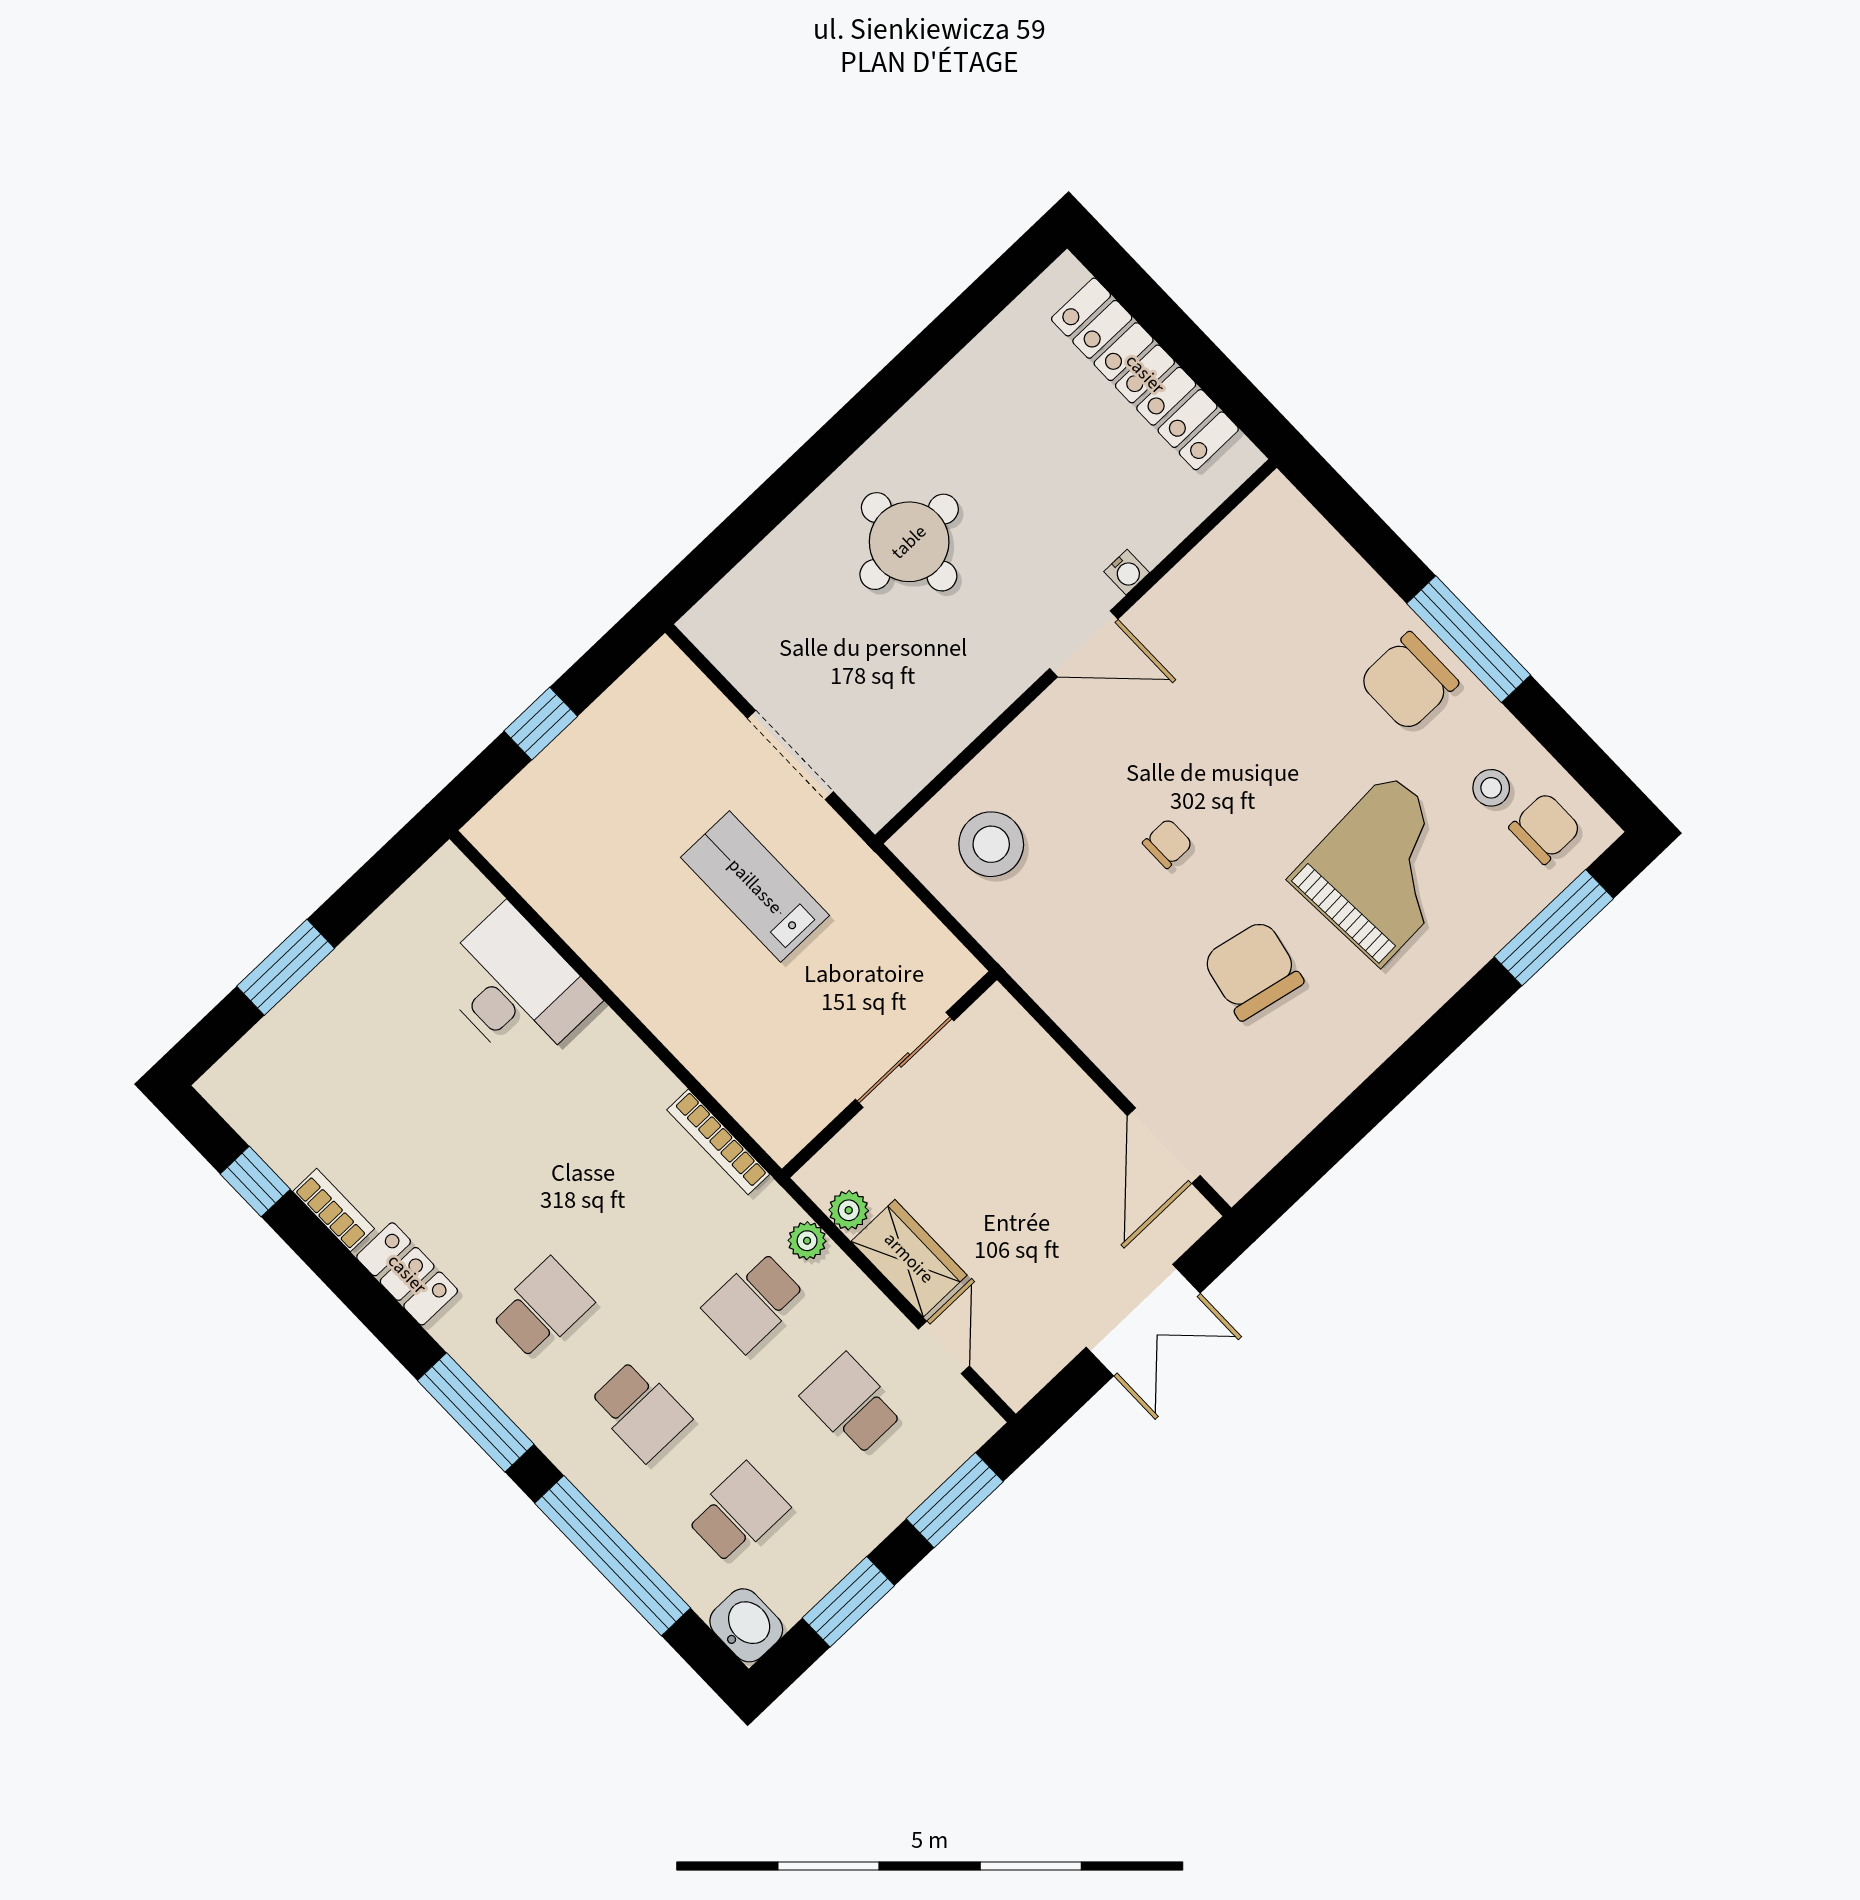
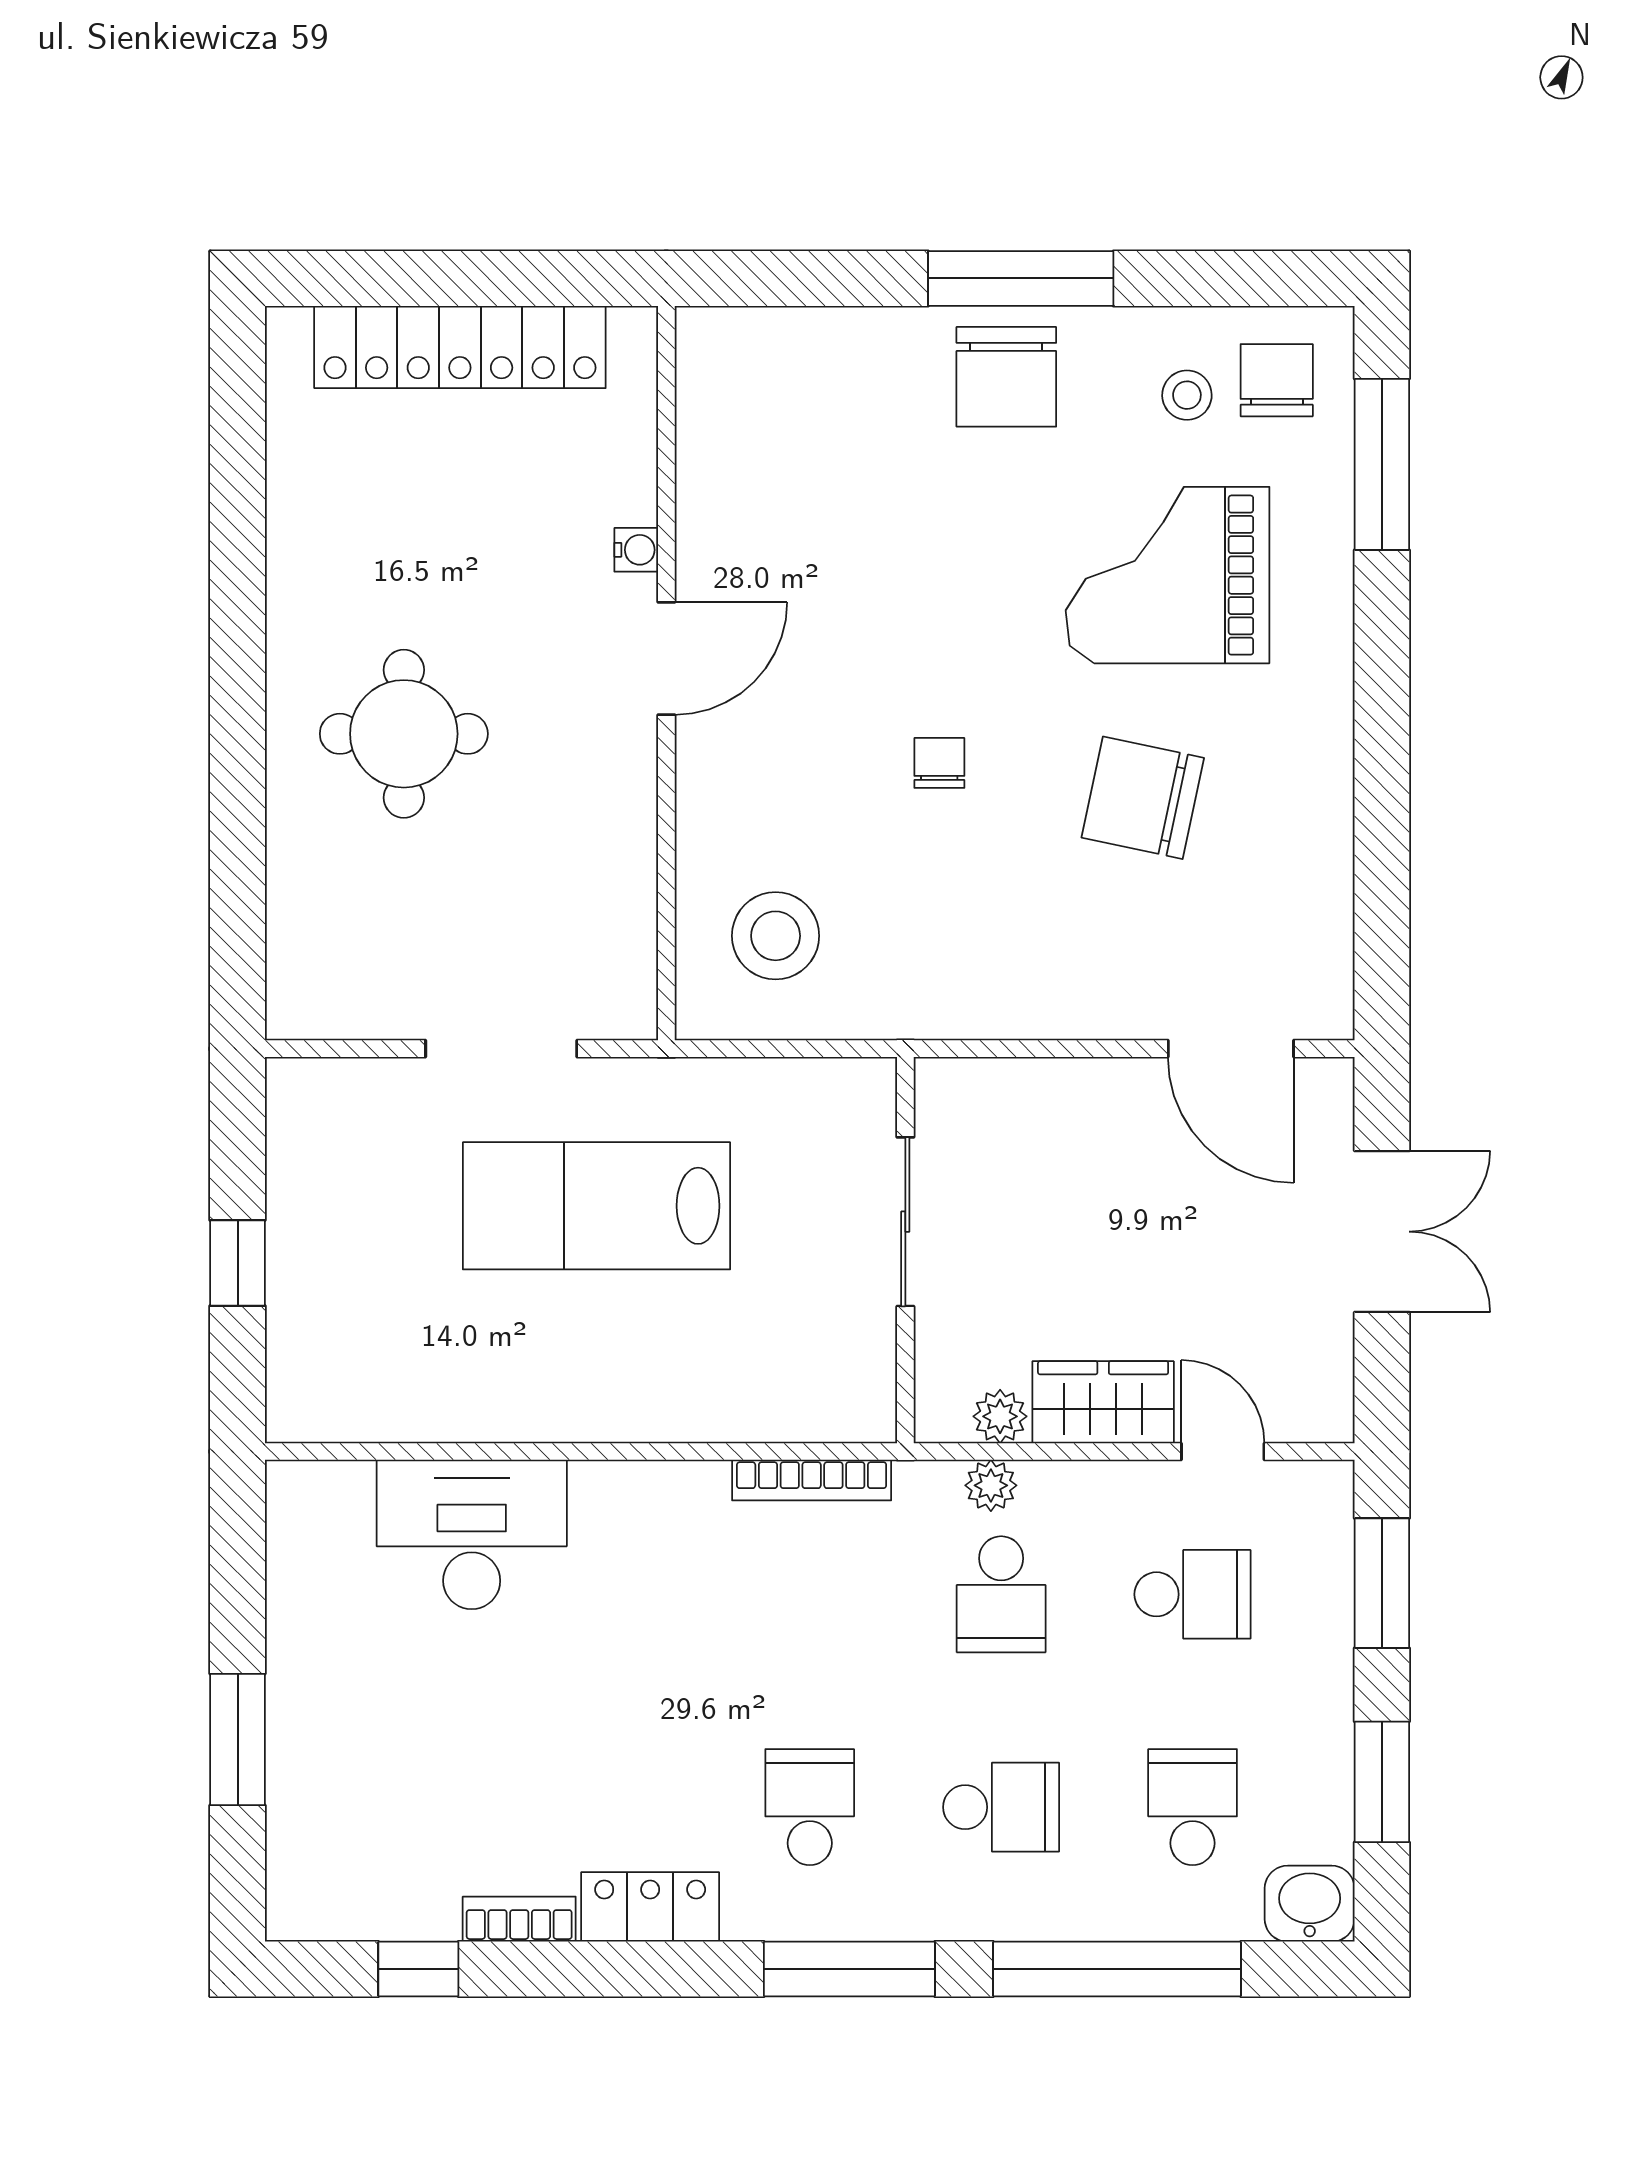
grand piano: (1385, 869) -> (1168, 575), turned -87
lab bench: (755, 886) -> (597, 1206), width x1.36, depth x1.39
school desk: (852, 1404) -> (1193, 1594), turned 180

